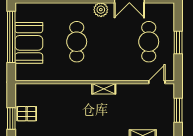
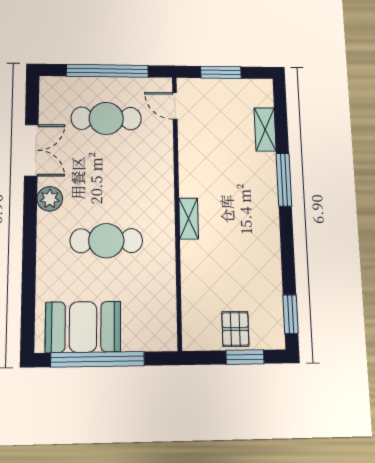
window: (178, 42) -> (107, 71), width x2.11
booth: (29, 43) -> (83, 327), moved
shelving: (104, 89) -> (189, 219), moved

